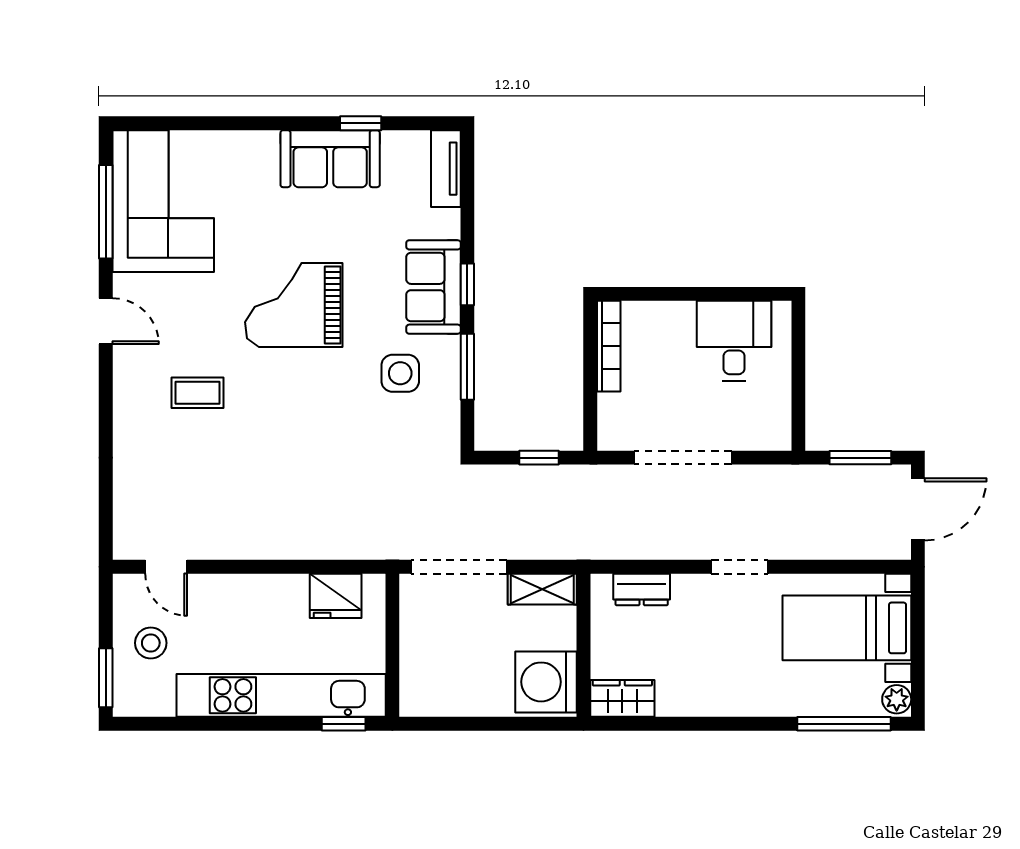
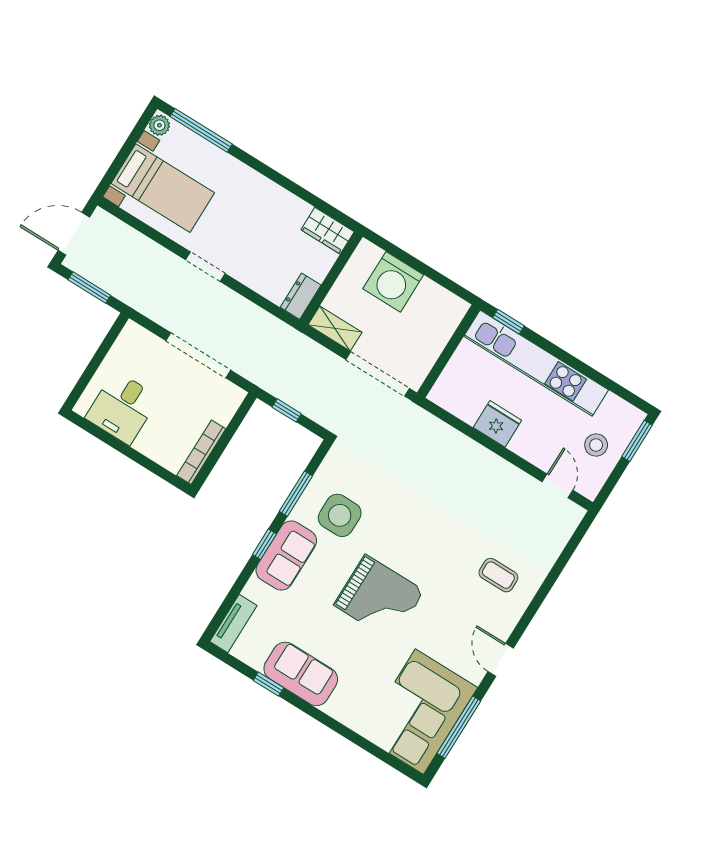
side table: (400, 373) -> (340, 515), width x1.37, depth x1.37
coffee table: (198, 393) -> (498, 575), moved
dresser: (642, 589) -> (301, 296), moved, turned -90
fridge: (336, 596) -> (497, 424), moved
washing machine: (546, 682) -> (393, 282), moved, turned 90

